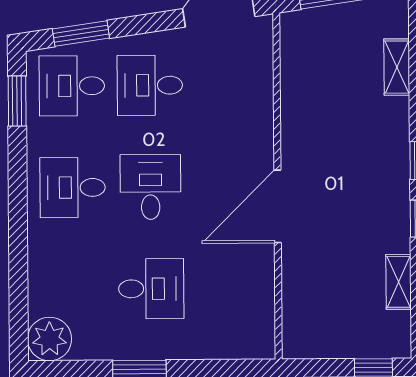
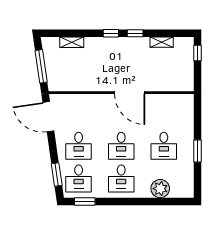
desk: (151, 187) -> (121, 146), turned -90
desk: (151, 289) -> (164, 146), turned 180
plant: (50, 339) -> (160, 189), moved

